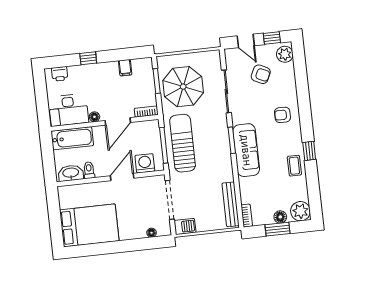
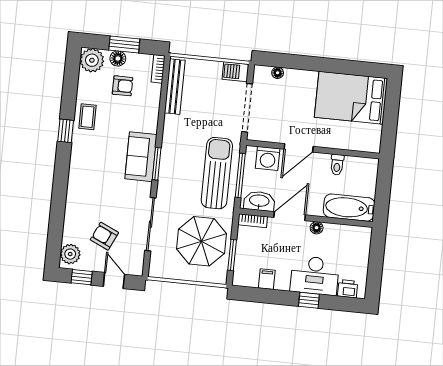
desk: (69, 110) -> (315, 275), moved, turned 180
armchair: (282, 115) -> (123, 86), moved
sun lounger: (183, 143) -> (217, 173), turned 180
sofa: (246, 150) -> (141, 157), width x0.73
washbasin: (71, 173) -> (259, 201), moved, turned 180

